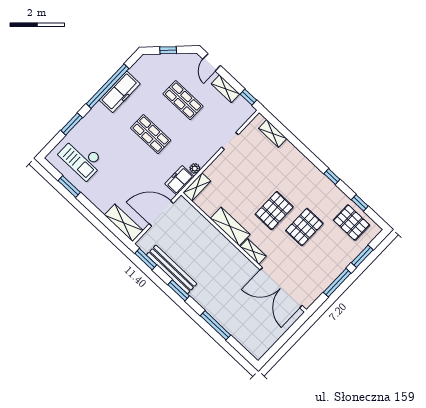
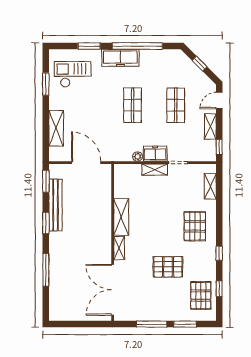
freezer: (120, 92) -> (120, 58), moved
checkout: (81, 158) -> (73, 74), turned 90
freezer: (179, 180) -> (155, 154), moved
shelving: (197, 187) -> (155, 170), moved
pallet: (274, 211) -> (195, 226), moved, turned 90
shelving: (124, 223) -> (56, 128), moved

